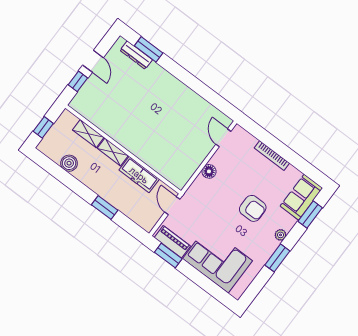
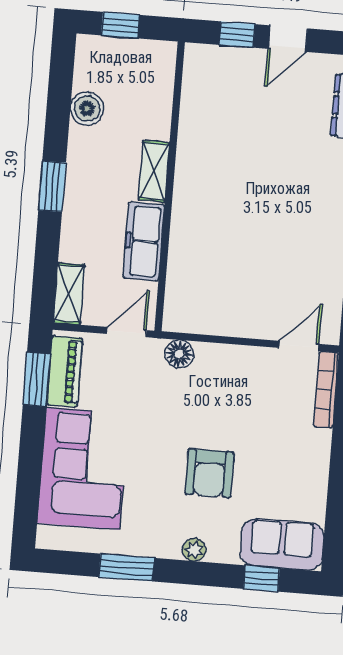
shelving: (88, 134) -> (69, 294), moved
bookcase: (272, 155) -> (326, 390), moved
floor lamp: (209, 171) -> (179, 354), moved
window: (105, 207) -> (52, 186), moved
window: (310, 215) -> (262, 578), width x0.67
window: (277, 258) -> (126, 568), moved

